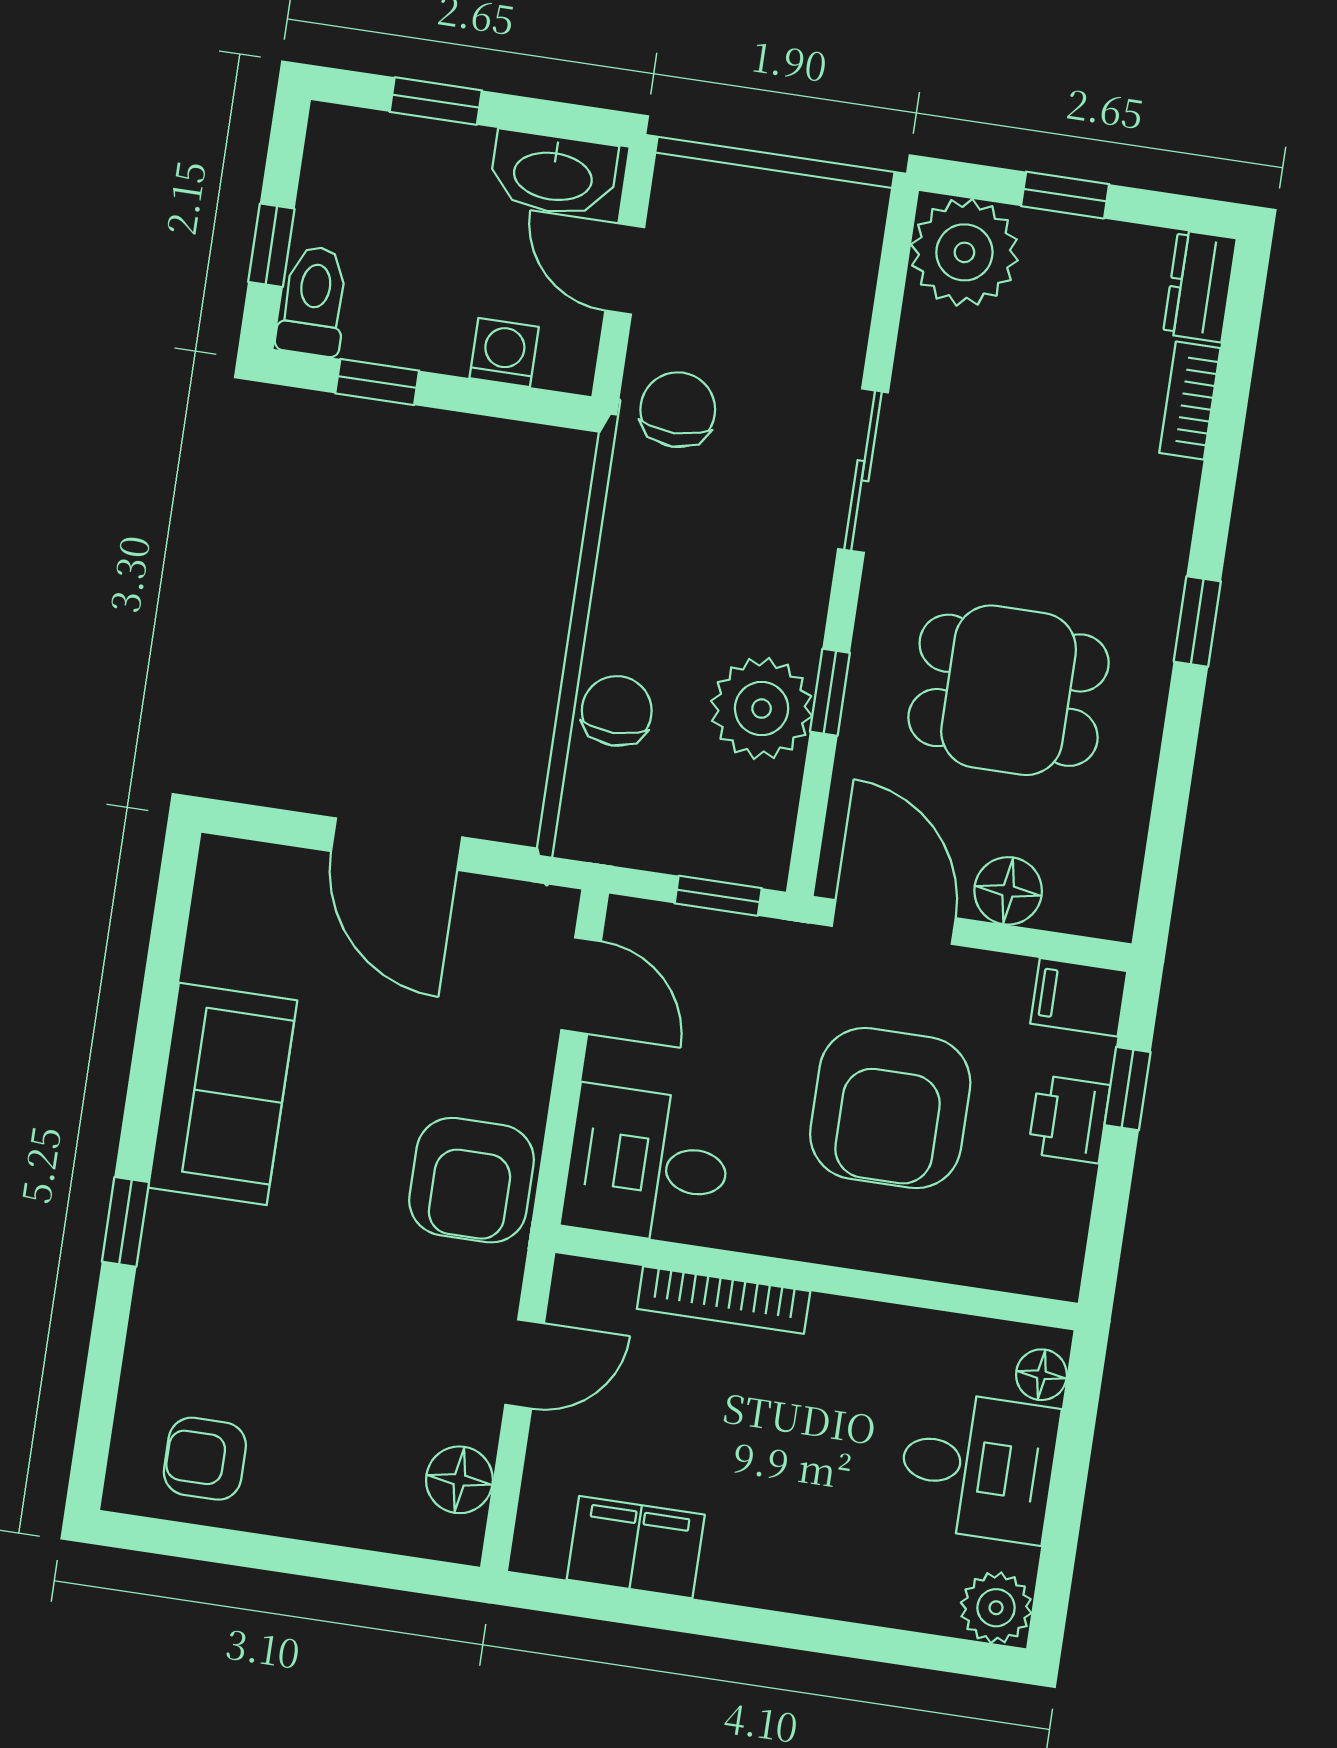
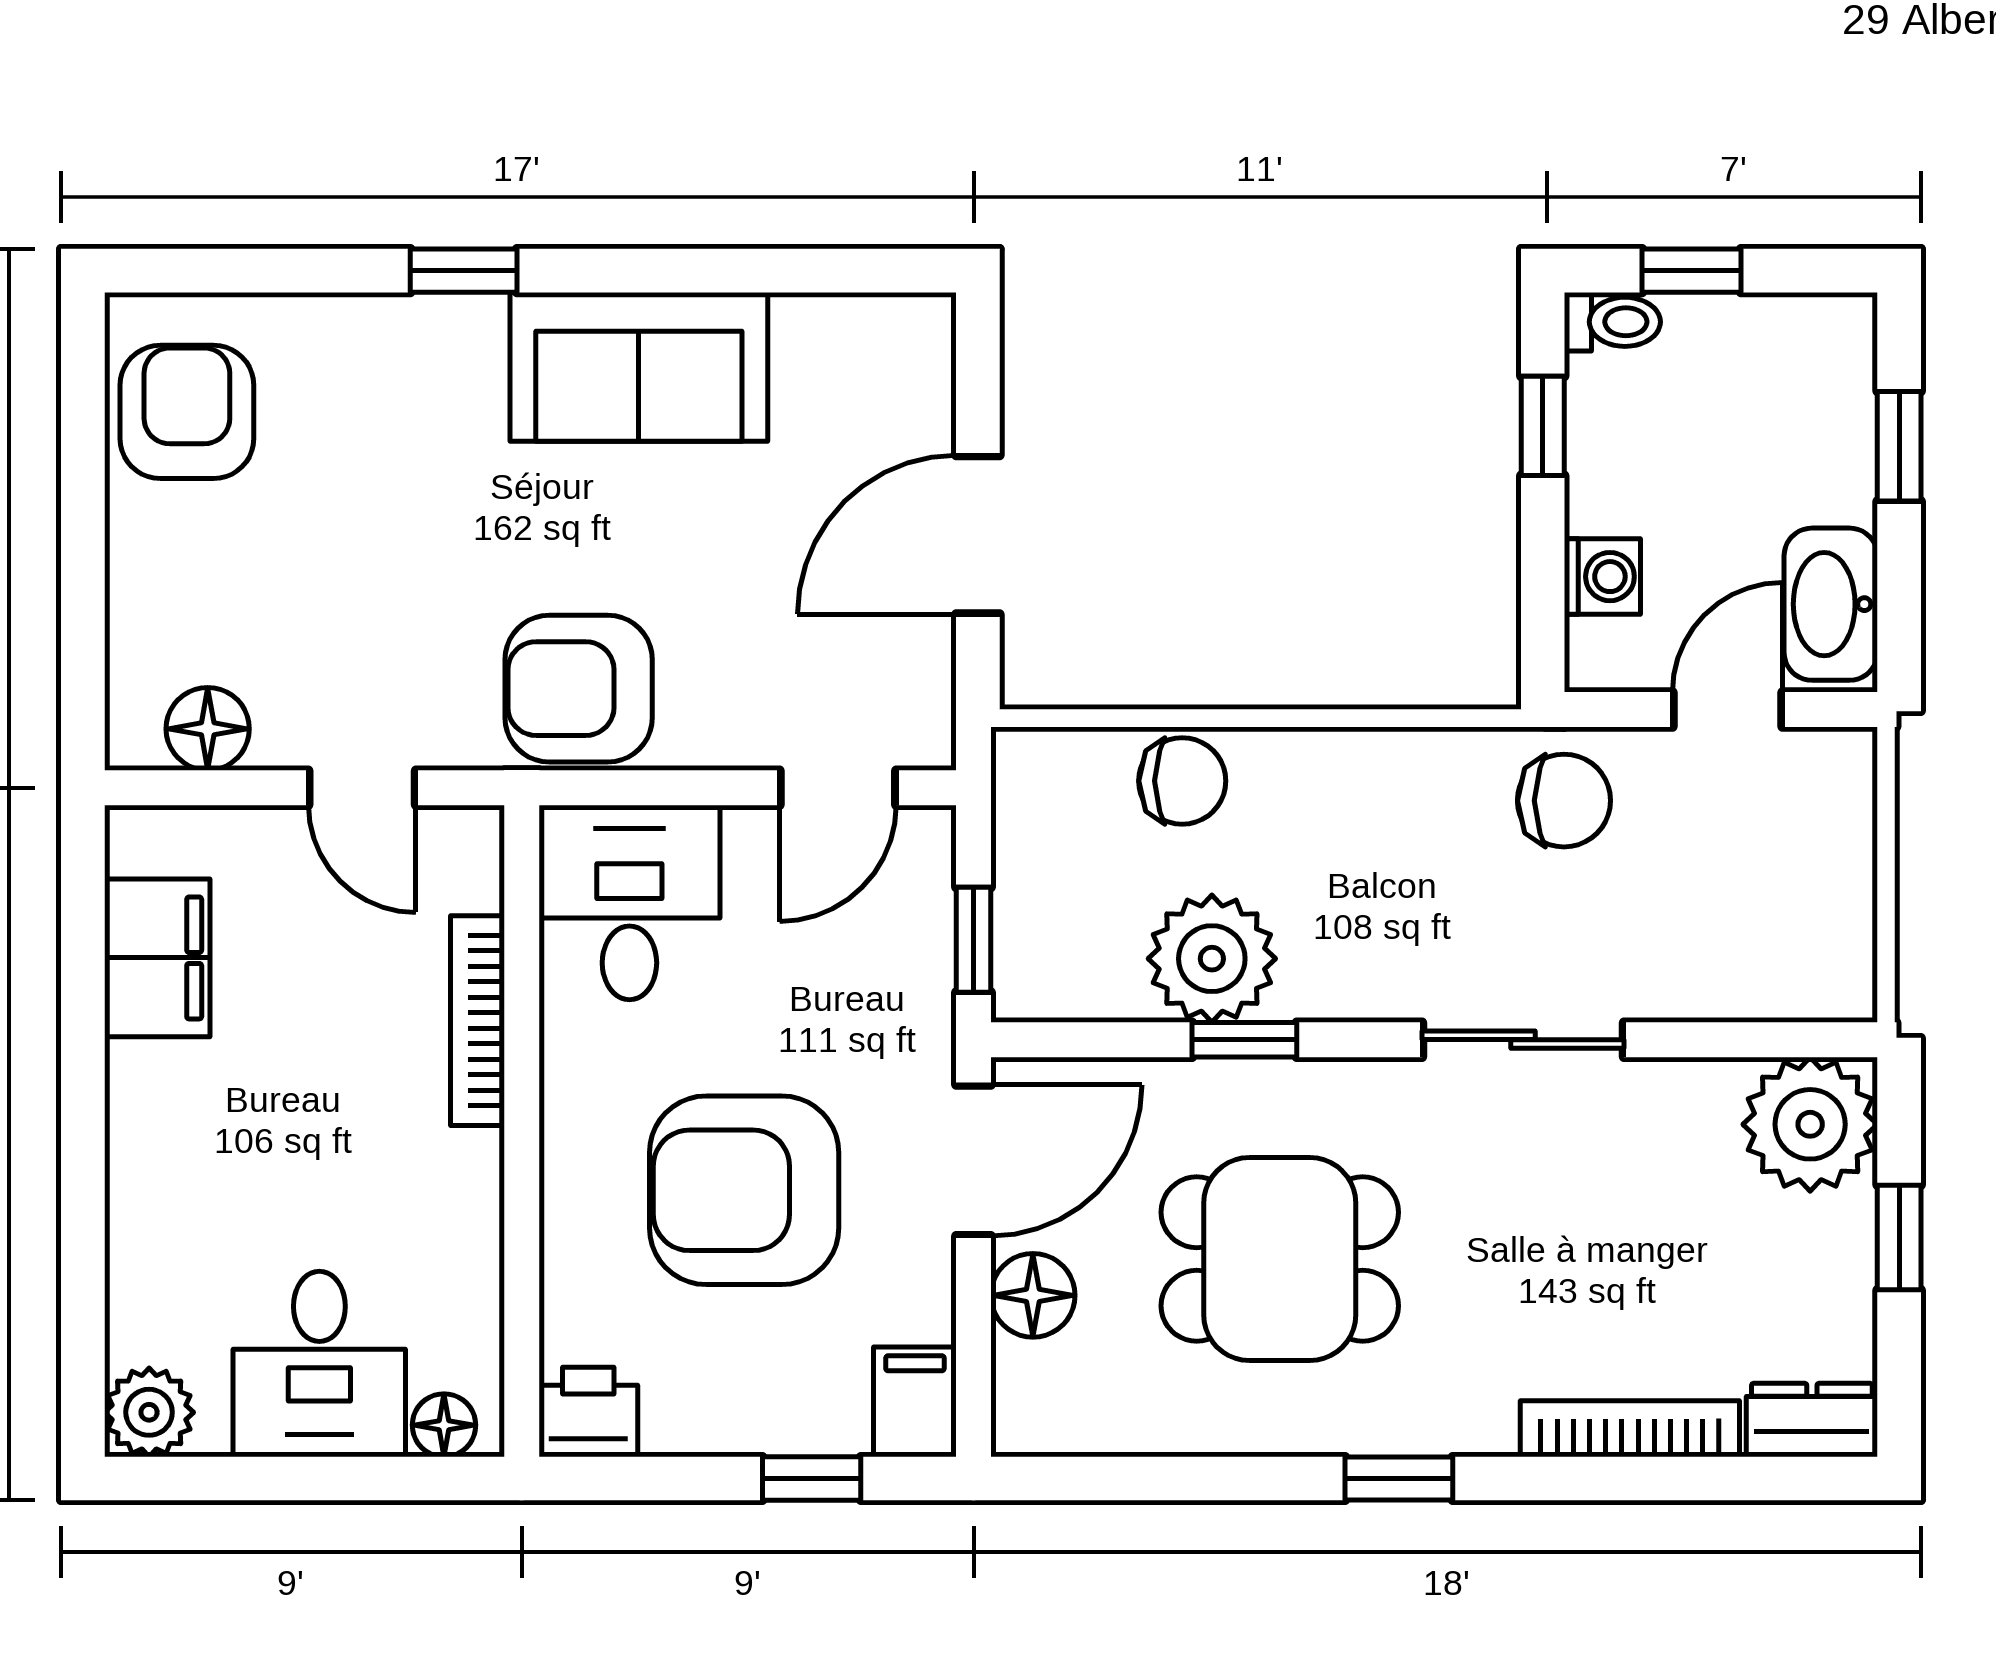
toilet: (314, 301) -> (1612, 322), width x0.73, depth x0.72
bookcase: (1190, 401) -> (1630, 1429), width x1.56
dining table: (1009, 690) -> (1280, 1259), turned 90
printer: (1069, 1119) -> (588, 1412), moved
armchair: (205, 1459) -> (187, 412), width x1.38, depth x1.38

